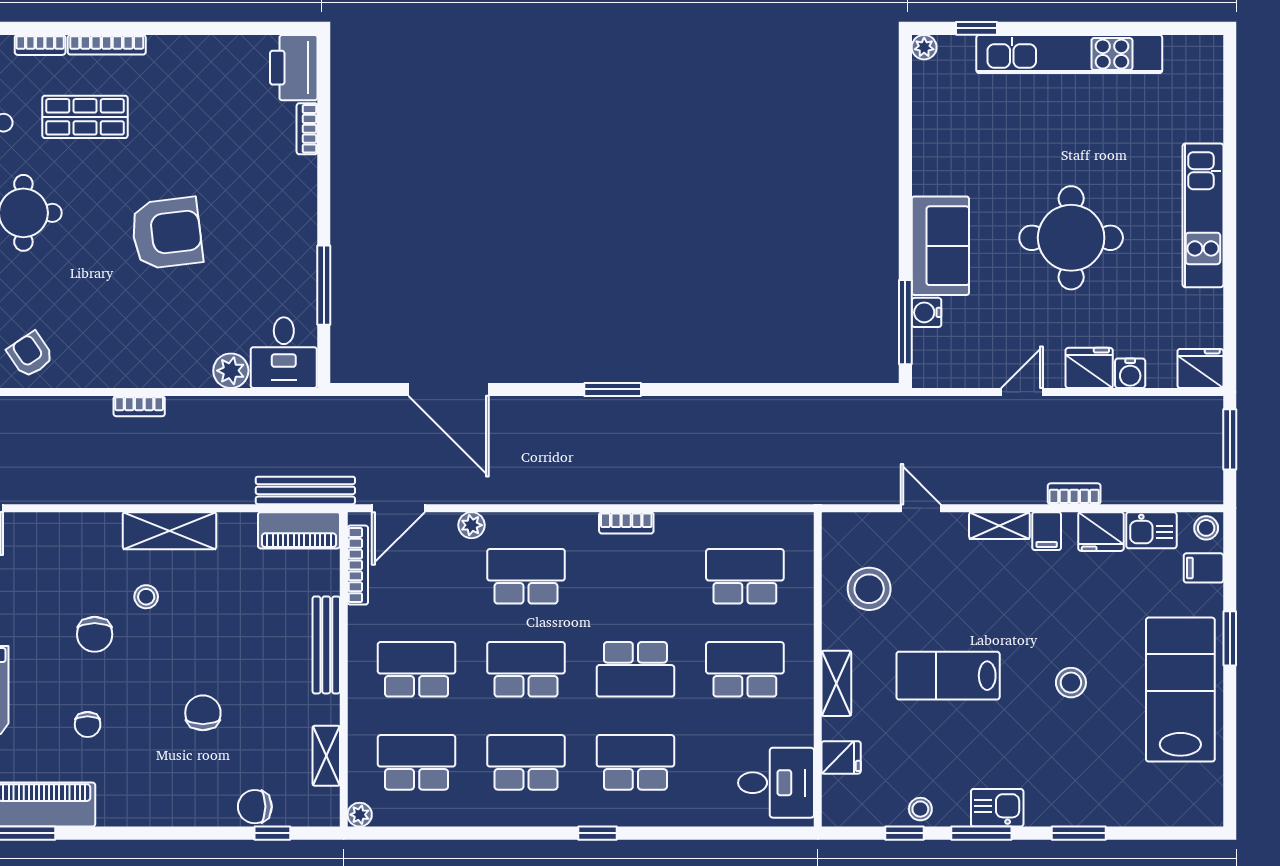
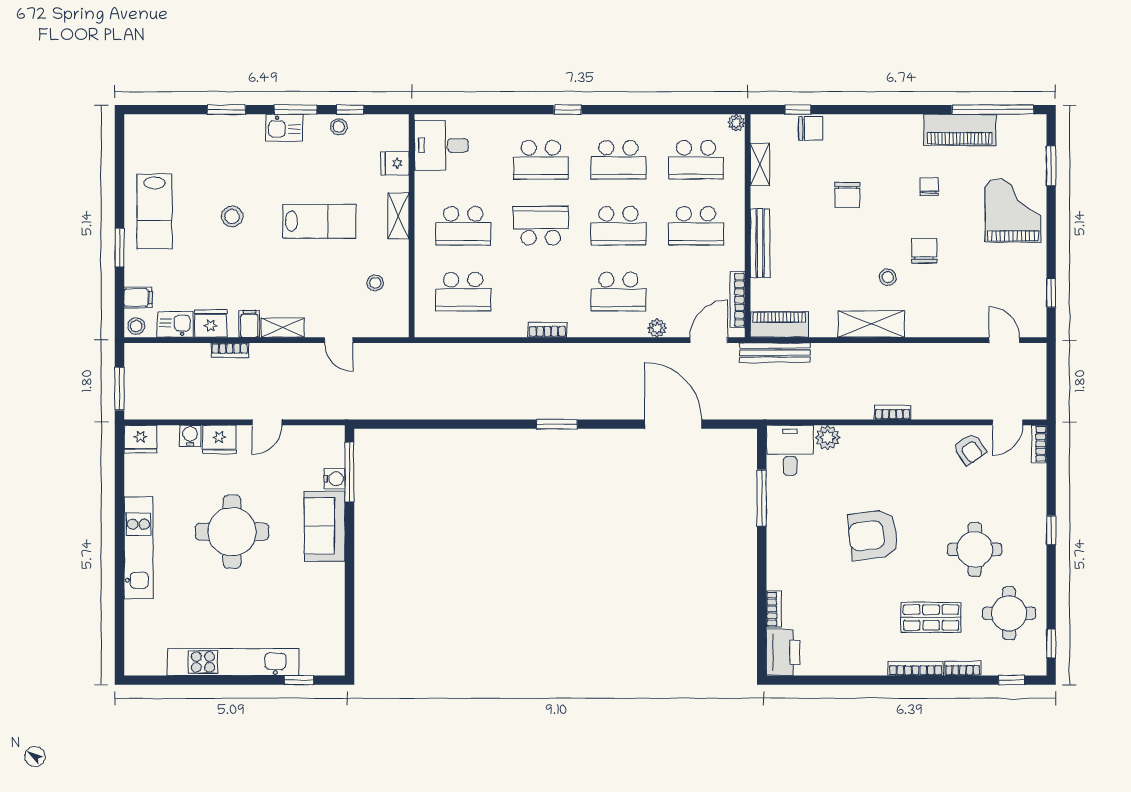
plant: (924, 47) -> (336, 667), removed
stool: (869, 589) -> (375, 283), width x0.53, depth x0.53
lab bench: (1180, 690) -> (154, 211), width x0.73, depth x0.72

